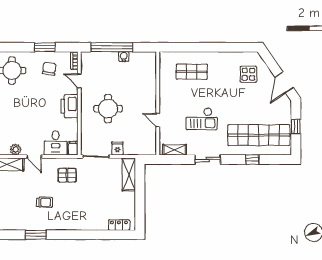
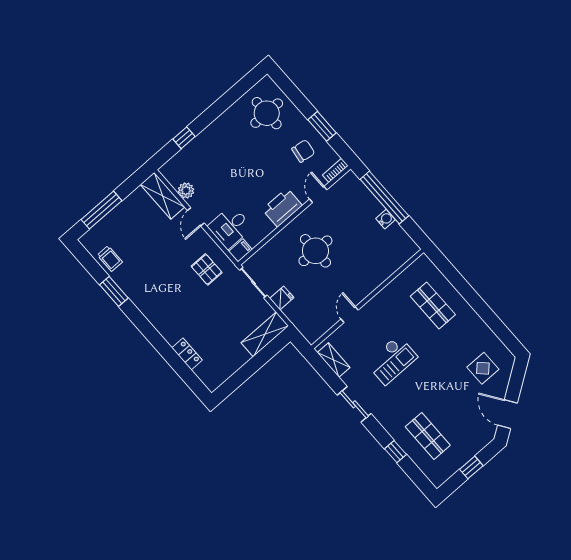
door: (284, 83) -> (507, 414), hinge flipped
checkout: (202, 119) -> (392, 360), turned -90
shop shelf: (259, 135) -> (428, 436), width x0.50, depth x0.74
trolley: (45, 202) -> (110, 259), moved
locker: (119, 225) -> (187, 354), moved

